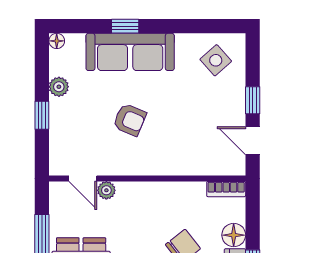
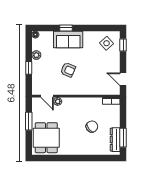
sofa: (130, 52) -> (68, 40), width x0.73
window: (253, 100) -> (123, 45), moved
floor lamp: (234, 235) -> (115, 121), removed

